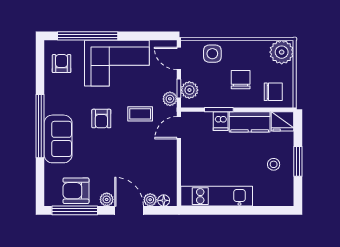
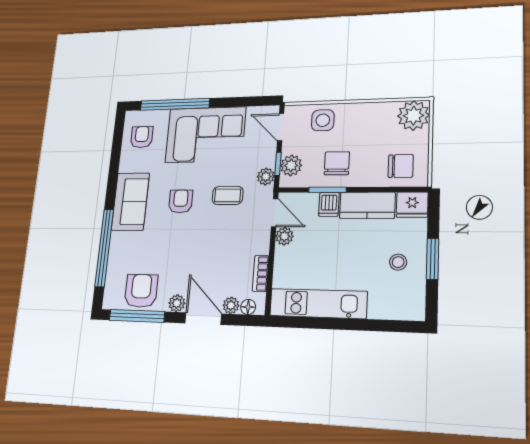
chair: (241, 80) -> (337, 163), moved
armchair: (101, 119) -> (181, 201), turned 180
window: (40, 126) -> (104, 248), moved
door: (179, 128) -> (275, 213), swing flipped
sofa: (58, 139) -> (130, 202), moved
plant: (188, 146) -> (284, 236), added
bookcase: (171, 175) -> (261, 273), added
armchair: (76, 191) -> (141, 291), turned 90

